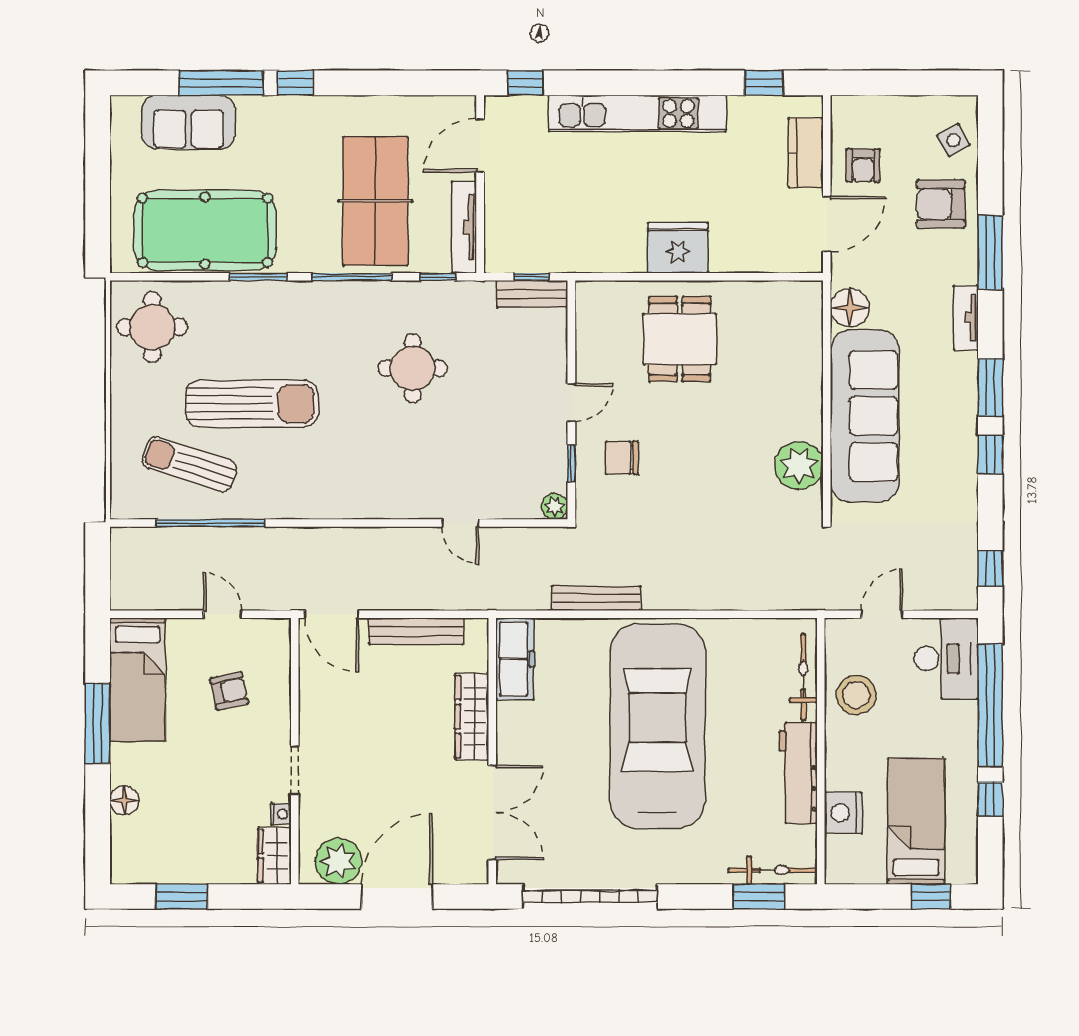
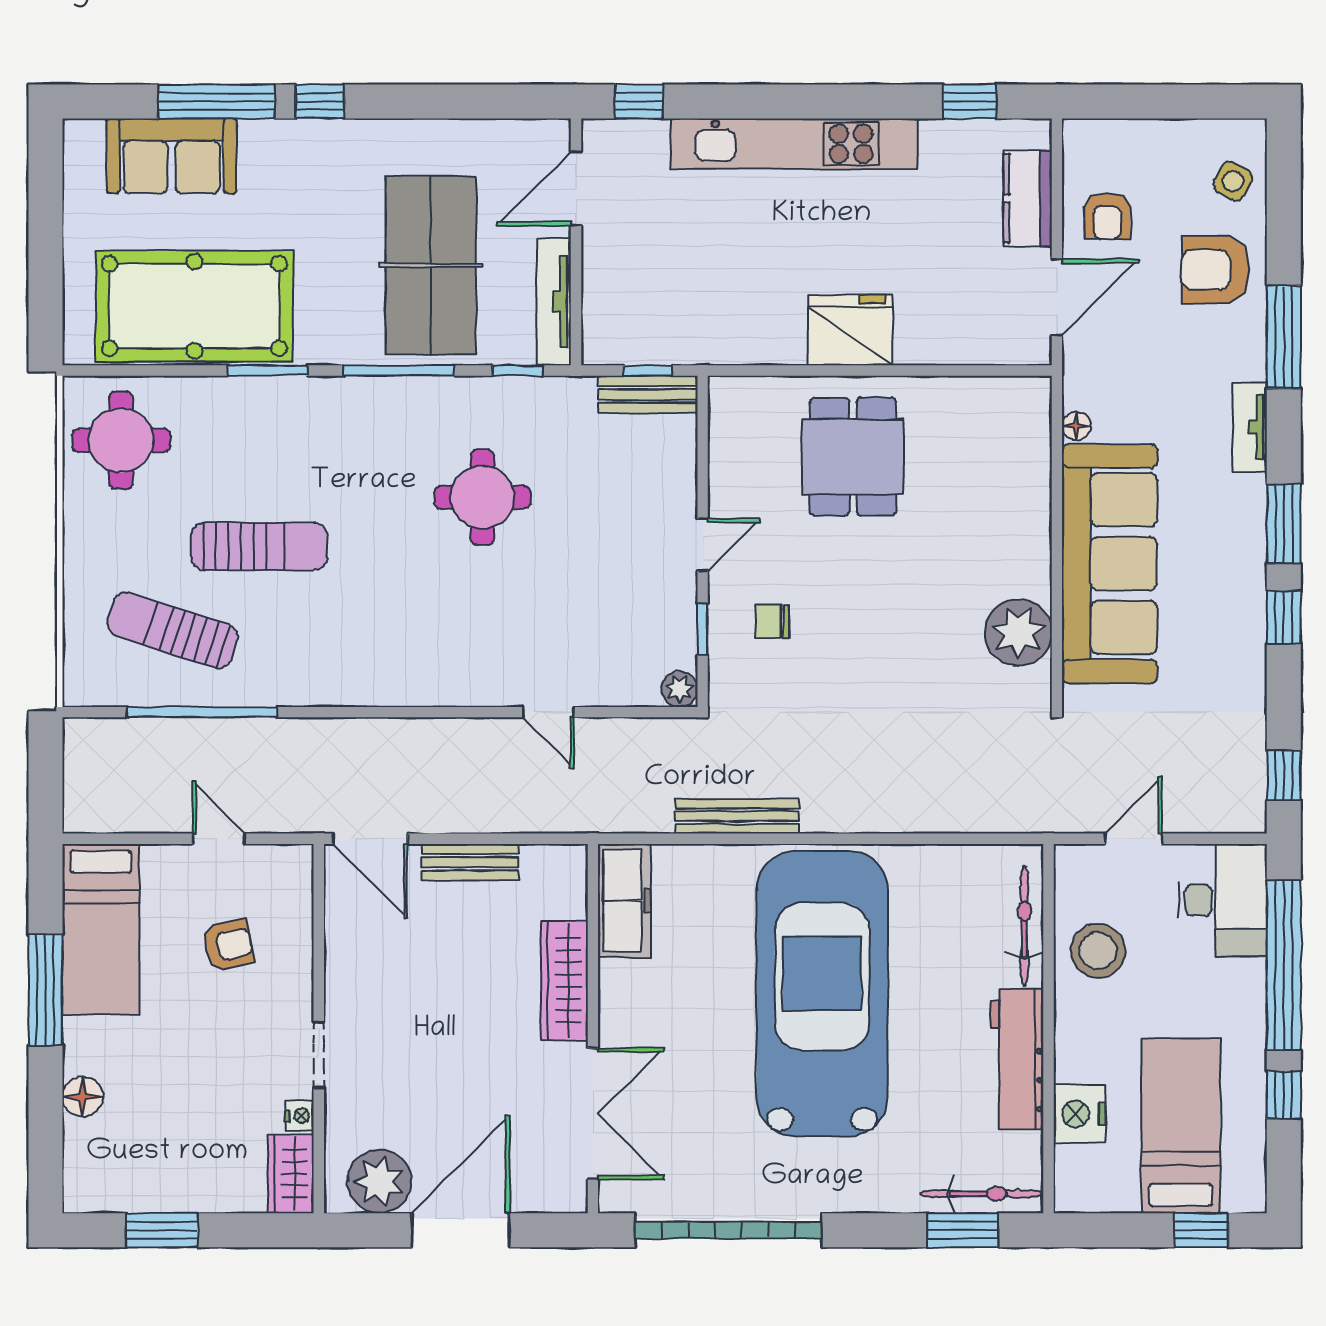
side table: (954, 140) -> (1233, 181), turned -34
floor lamp: (850, 308) -> (1076, 426), width x0.53, depth x0.53
sun lounger: (252, 404) -> (259, 546), width x0.73, depth x0.75
chair: (622, 458) -> (773, 622), width x0.73, depth x0.73
bench: (416, 631) -> (470, 862), width x0.73

